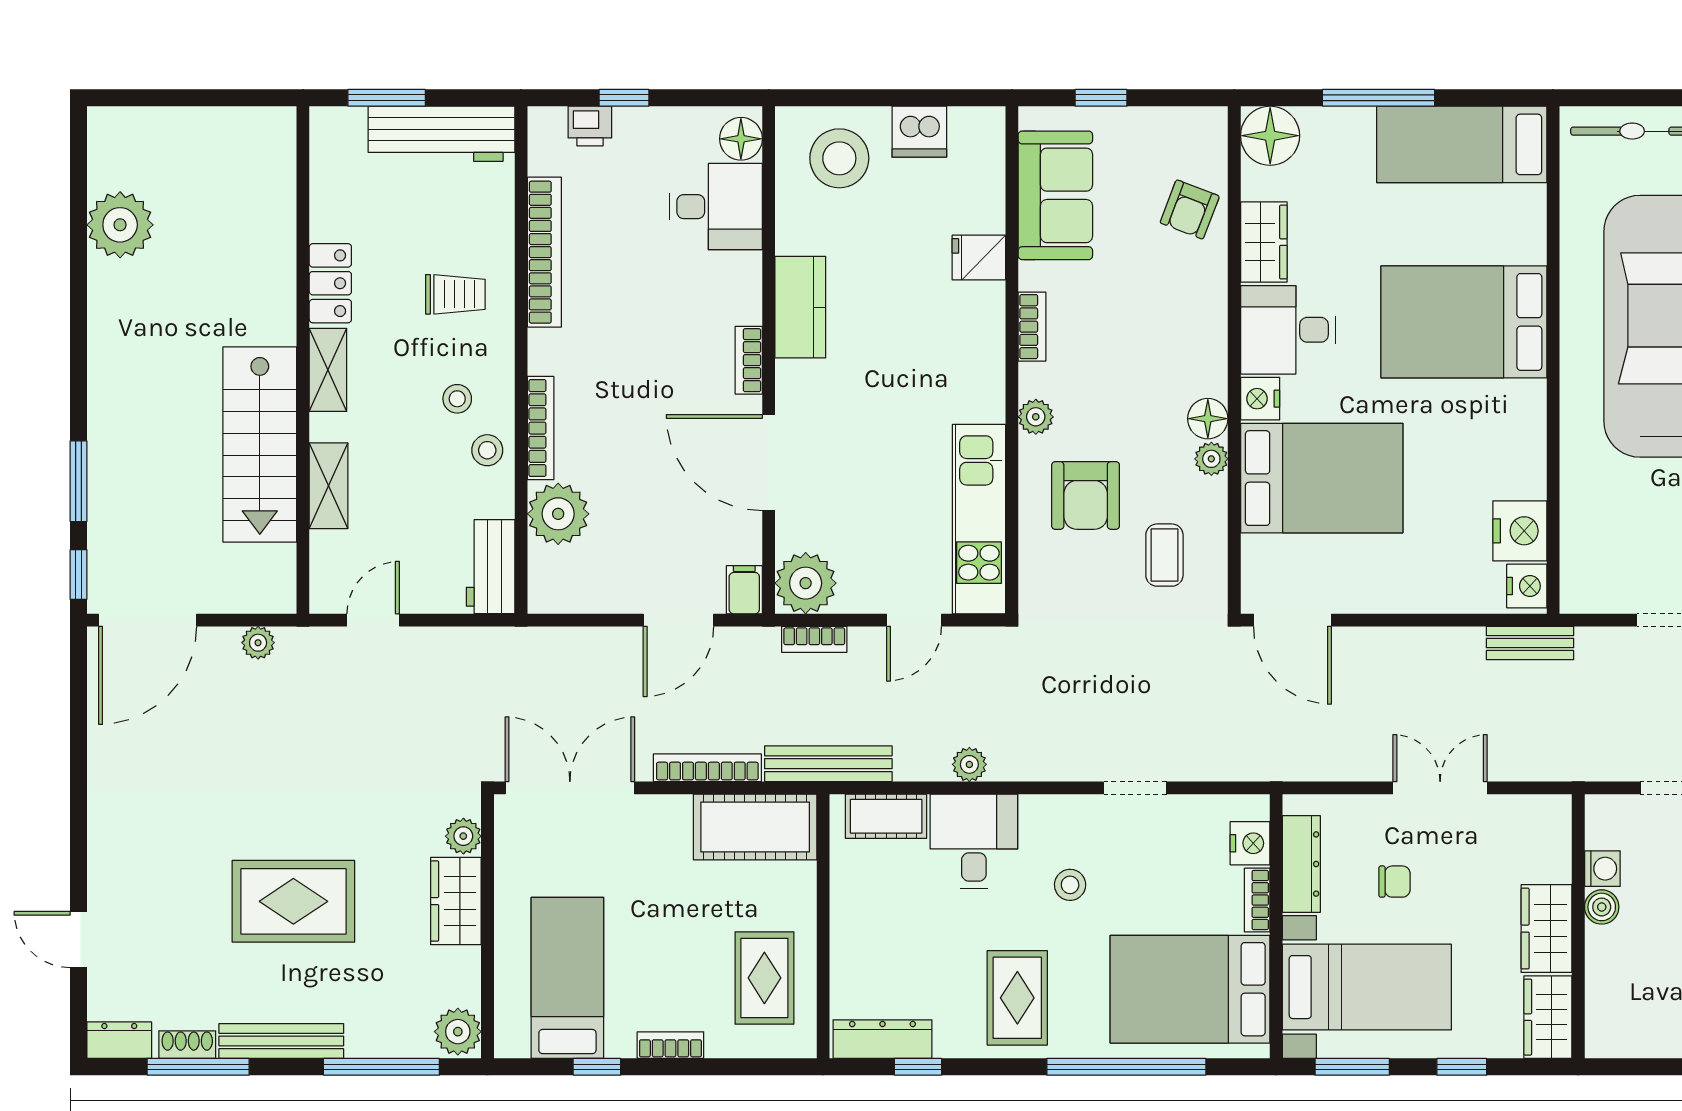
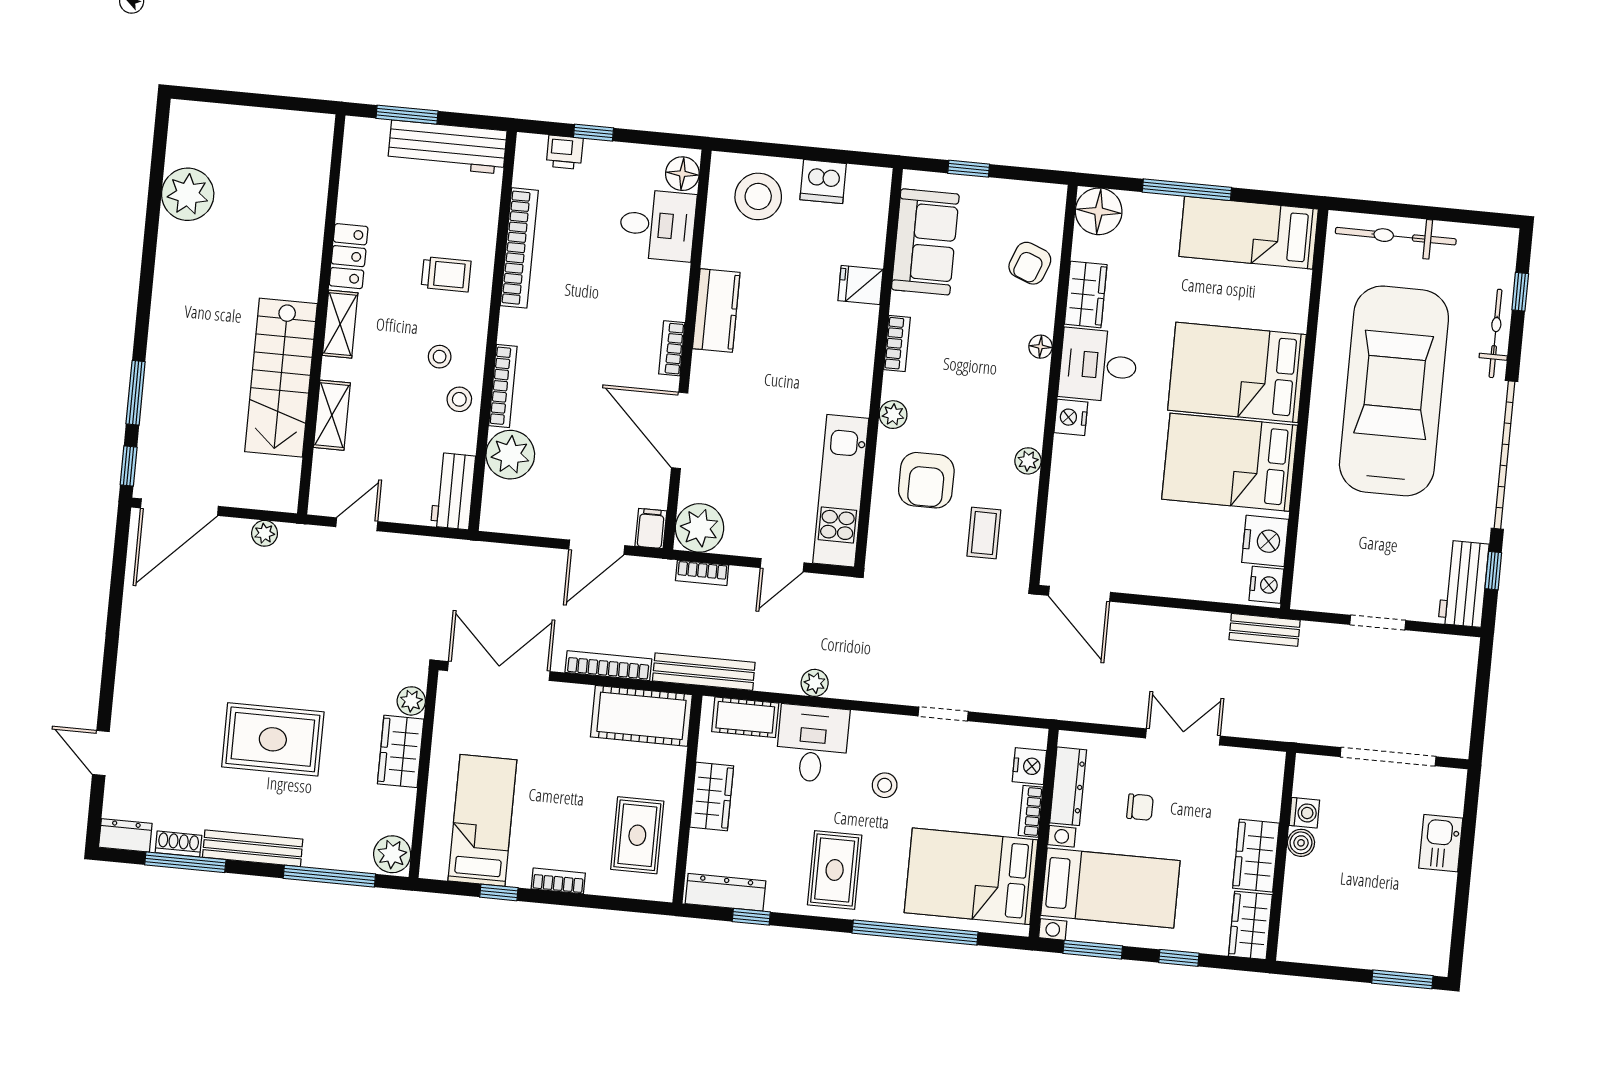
floor lamp: (1208, 419) -> (1040, 347), moved, width x0.73, depth x0.73
bed: (1322, 478) -> (1230, 462), moved, turned 180
wardrobe: (853, 920) -> (712, 796), added

